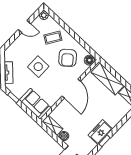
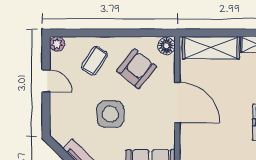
door: (24, 27) -> (46, 81), hinge flipped
armchair: (68, 58) -> (137, 69), turned -101

